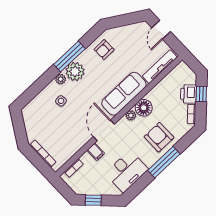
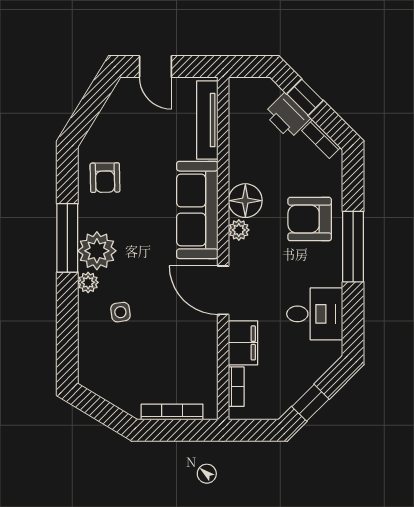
filing cabinet: (96, 152) -> (243, 343), width x2.00
desk: (127, 171) -> (315, 314), width x0.73

